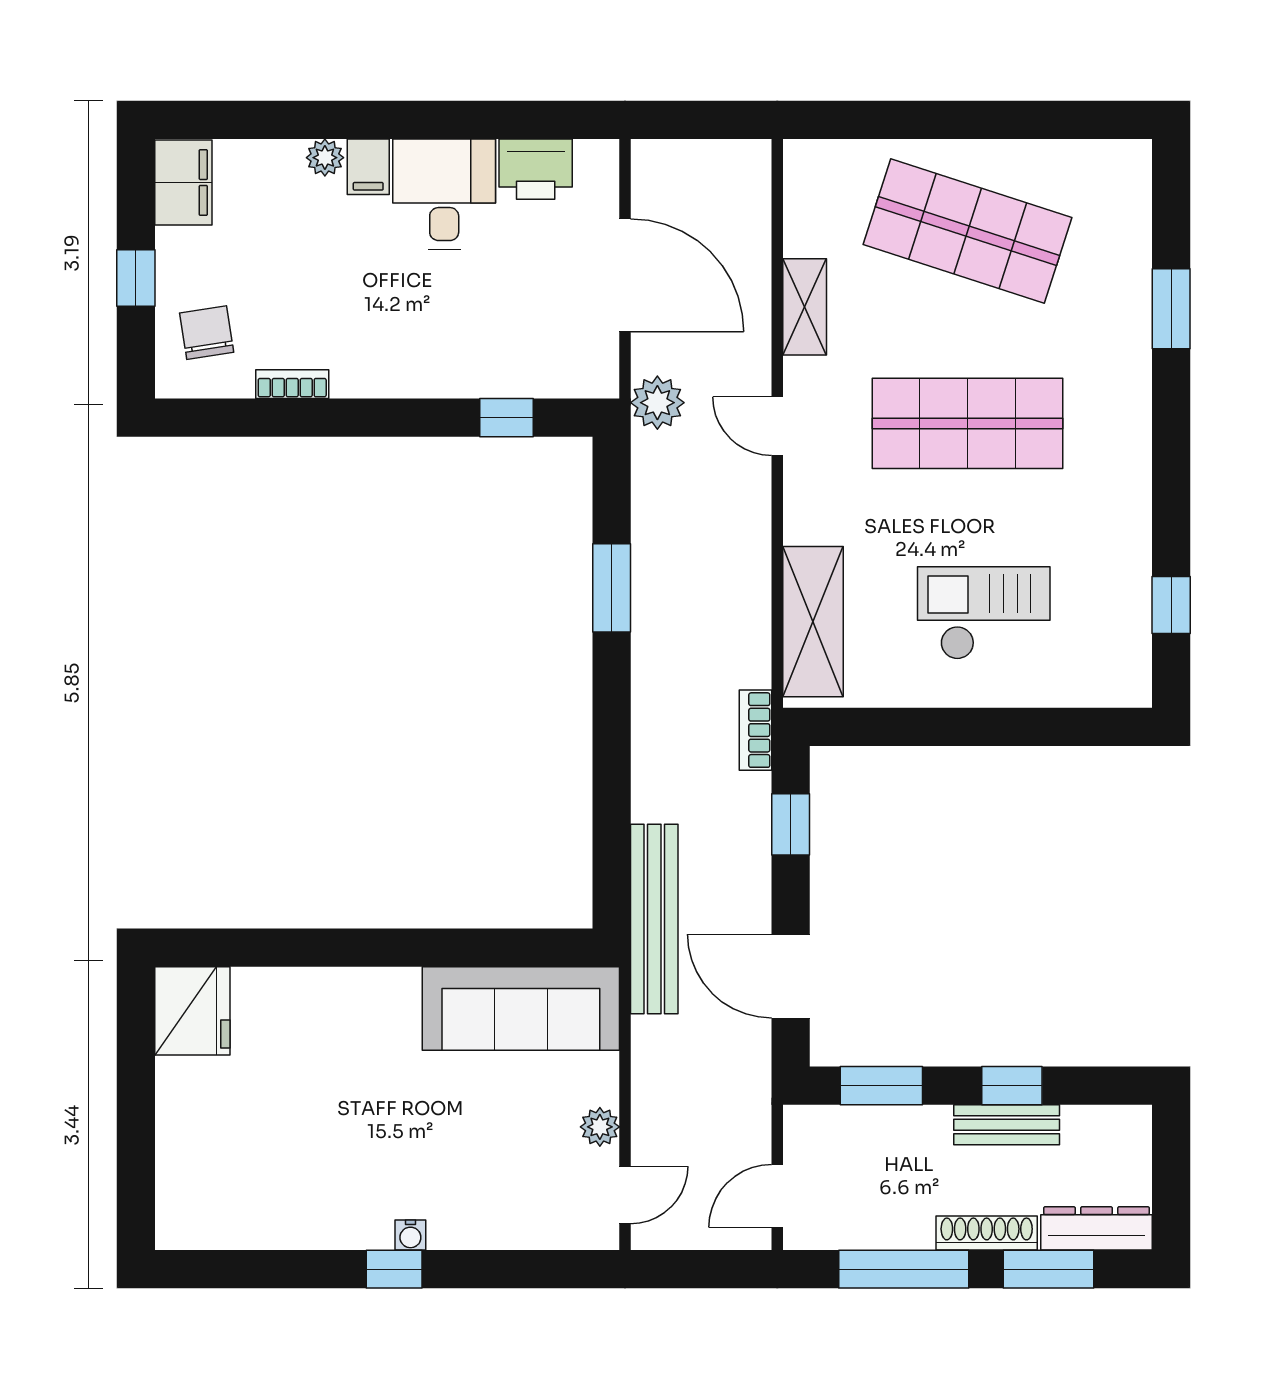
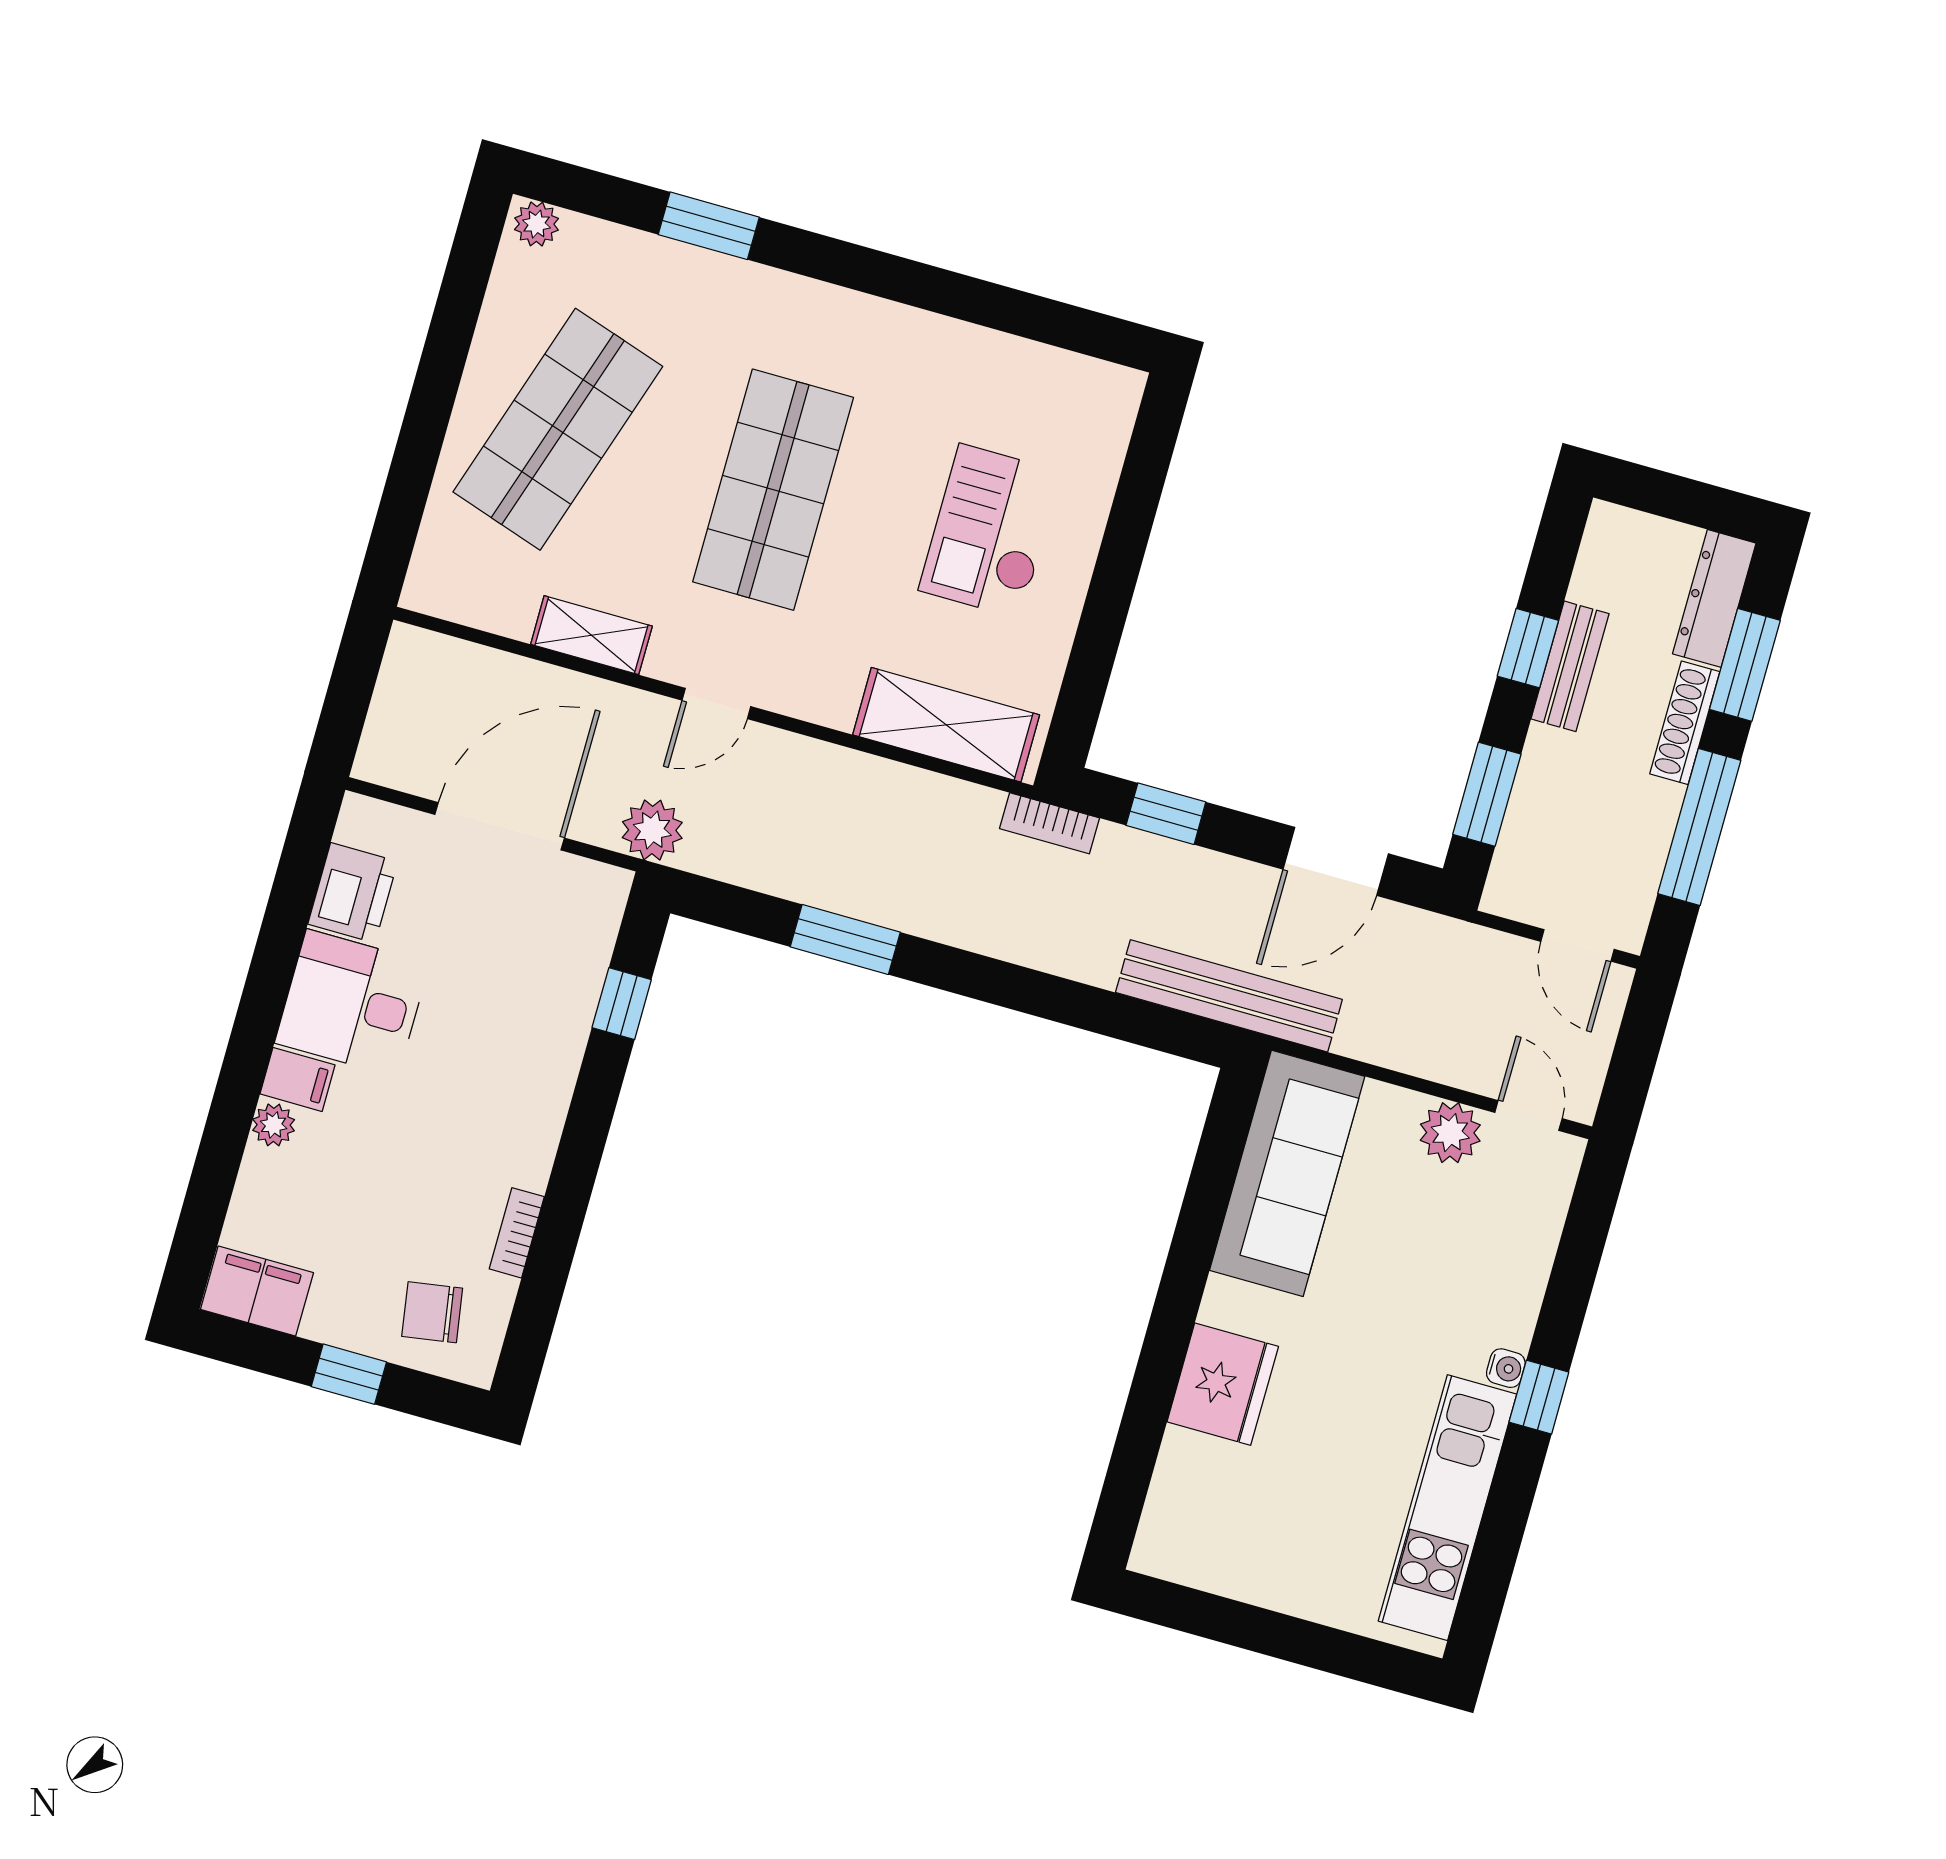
plant: (1132, 166) -> (537, 224), added
window: (1171, 605) -> (1040, 319), removed
fridge: (192, 1011) -> (1223, 1384), moved, turned 90
plant: (600, 1127) -> (1450, 1133), width x1.38, depth x1.38
kitchen unit: (281, 1219) -> (1447, 1508), added

